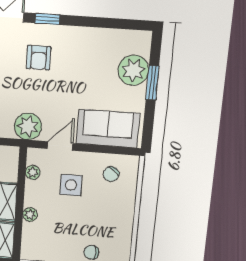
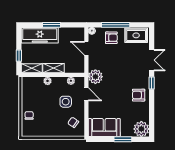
armchair: (39, 58) -> (139, 95), moved
plant: (133, 70) -> (141, 129), moved
sofa: (108, 128) -> (104, 128), moved, turned -90

